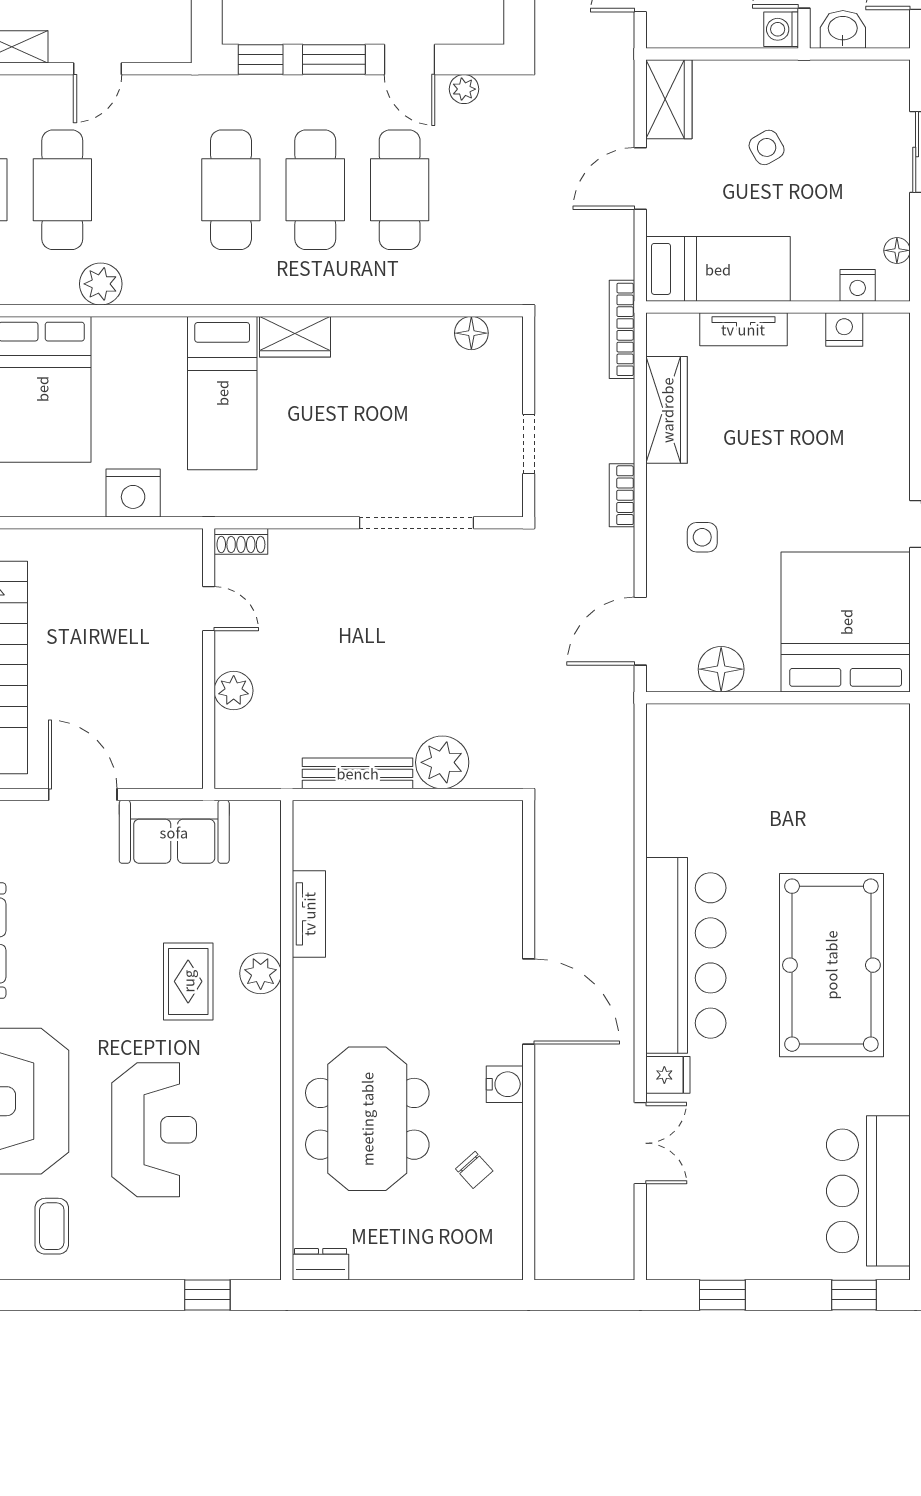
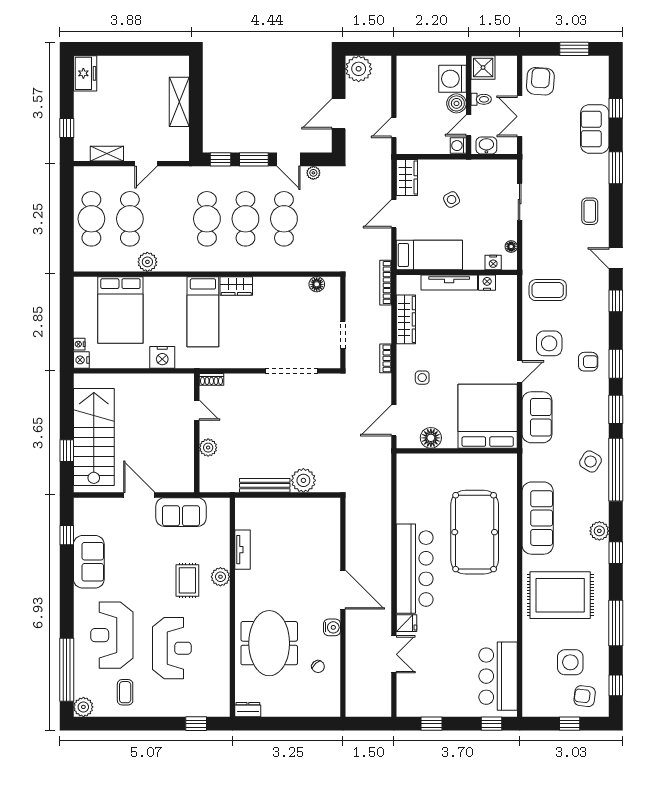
tv unit: (743, 329) -> (449, 283), width x1.41
pool table: (831, 965) -> (475, 532), moved

